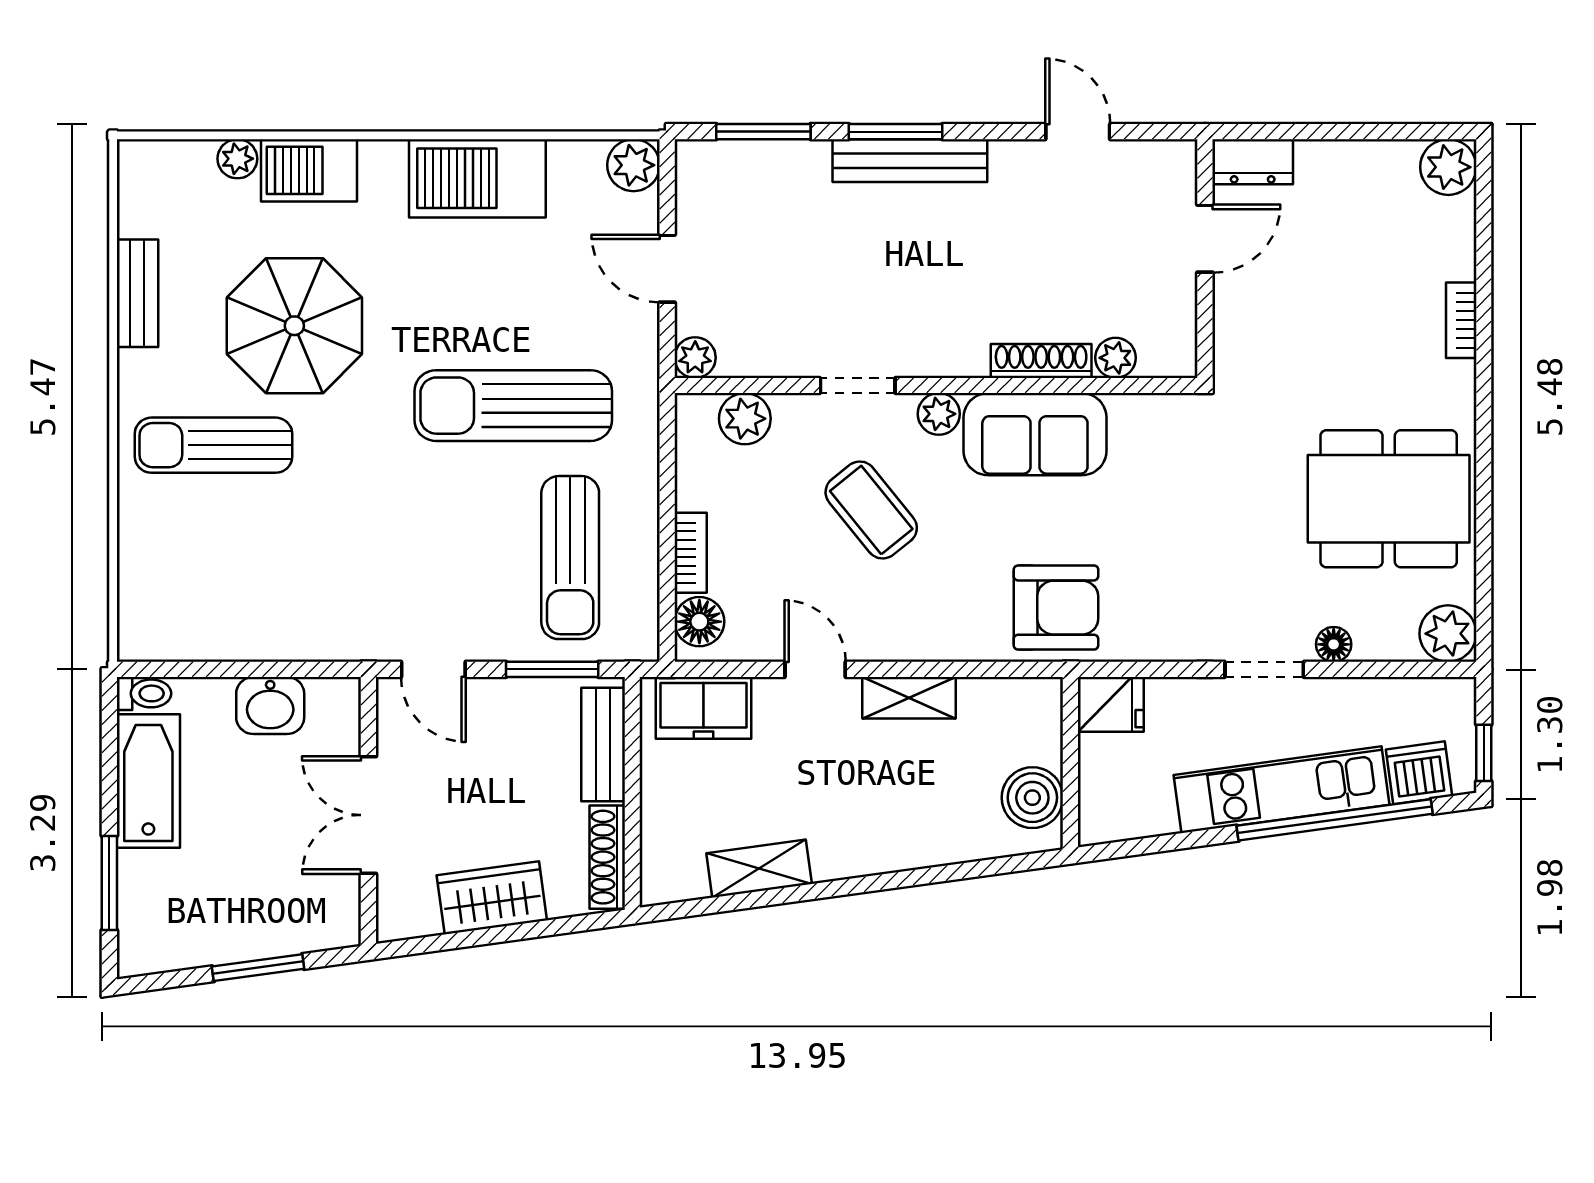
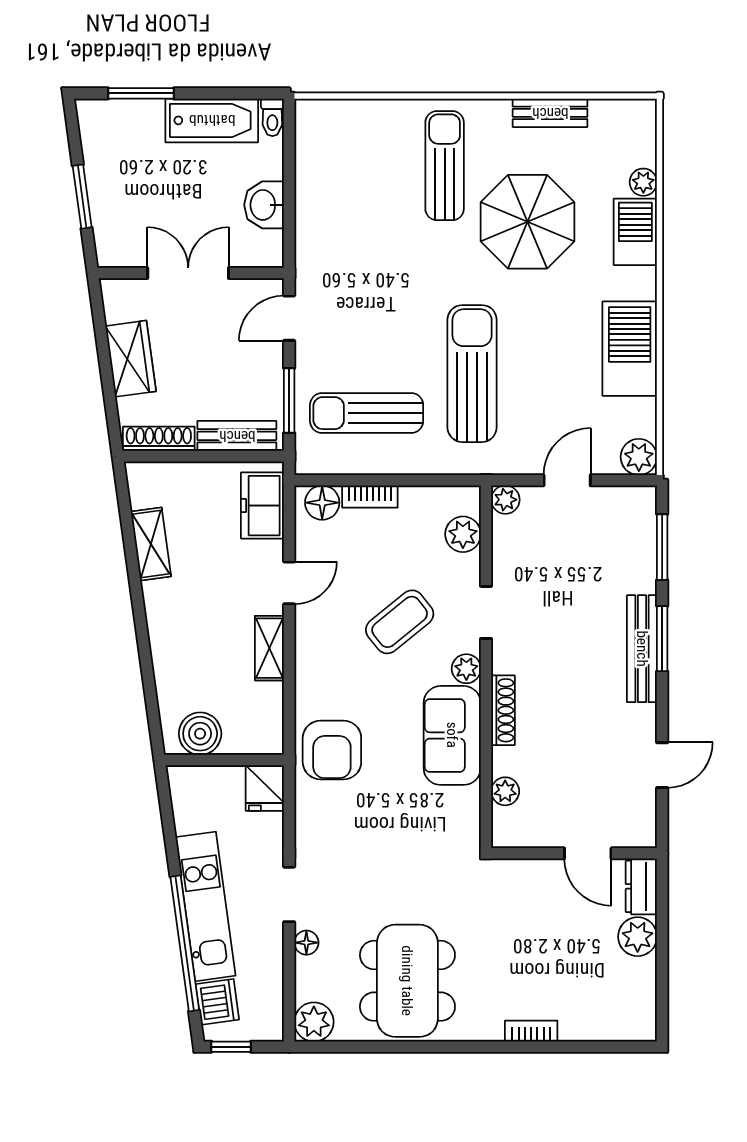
plant: (1448, 167) -> (638, 937), moved
shoe rack: (1041, 361) -> (503, 710), moved

